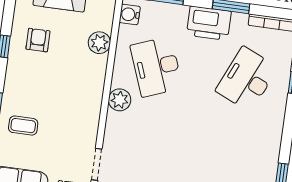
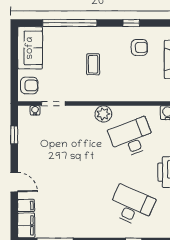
plant: (99, 43) -> (144, 93), removed
coffee table: (23, 126) -> (93, 64), moved

